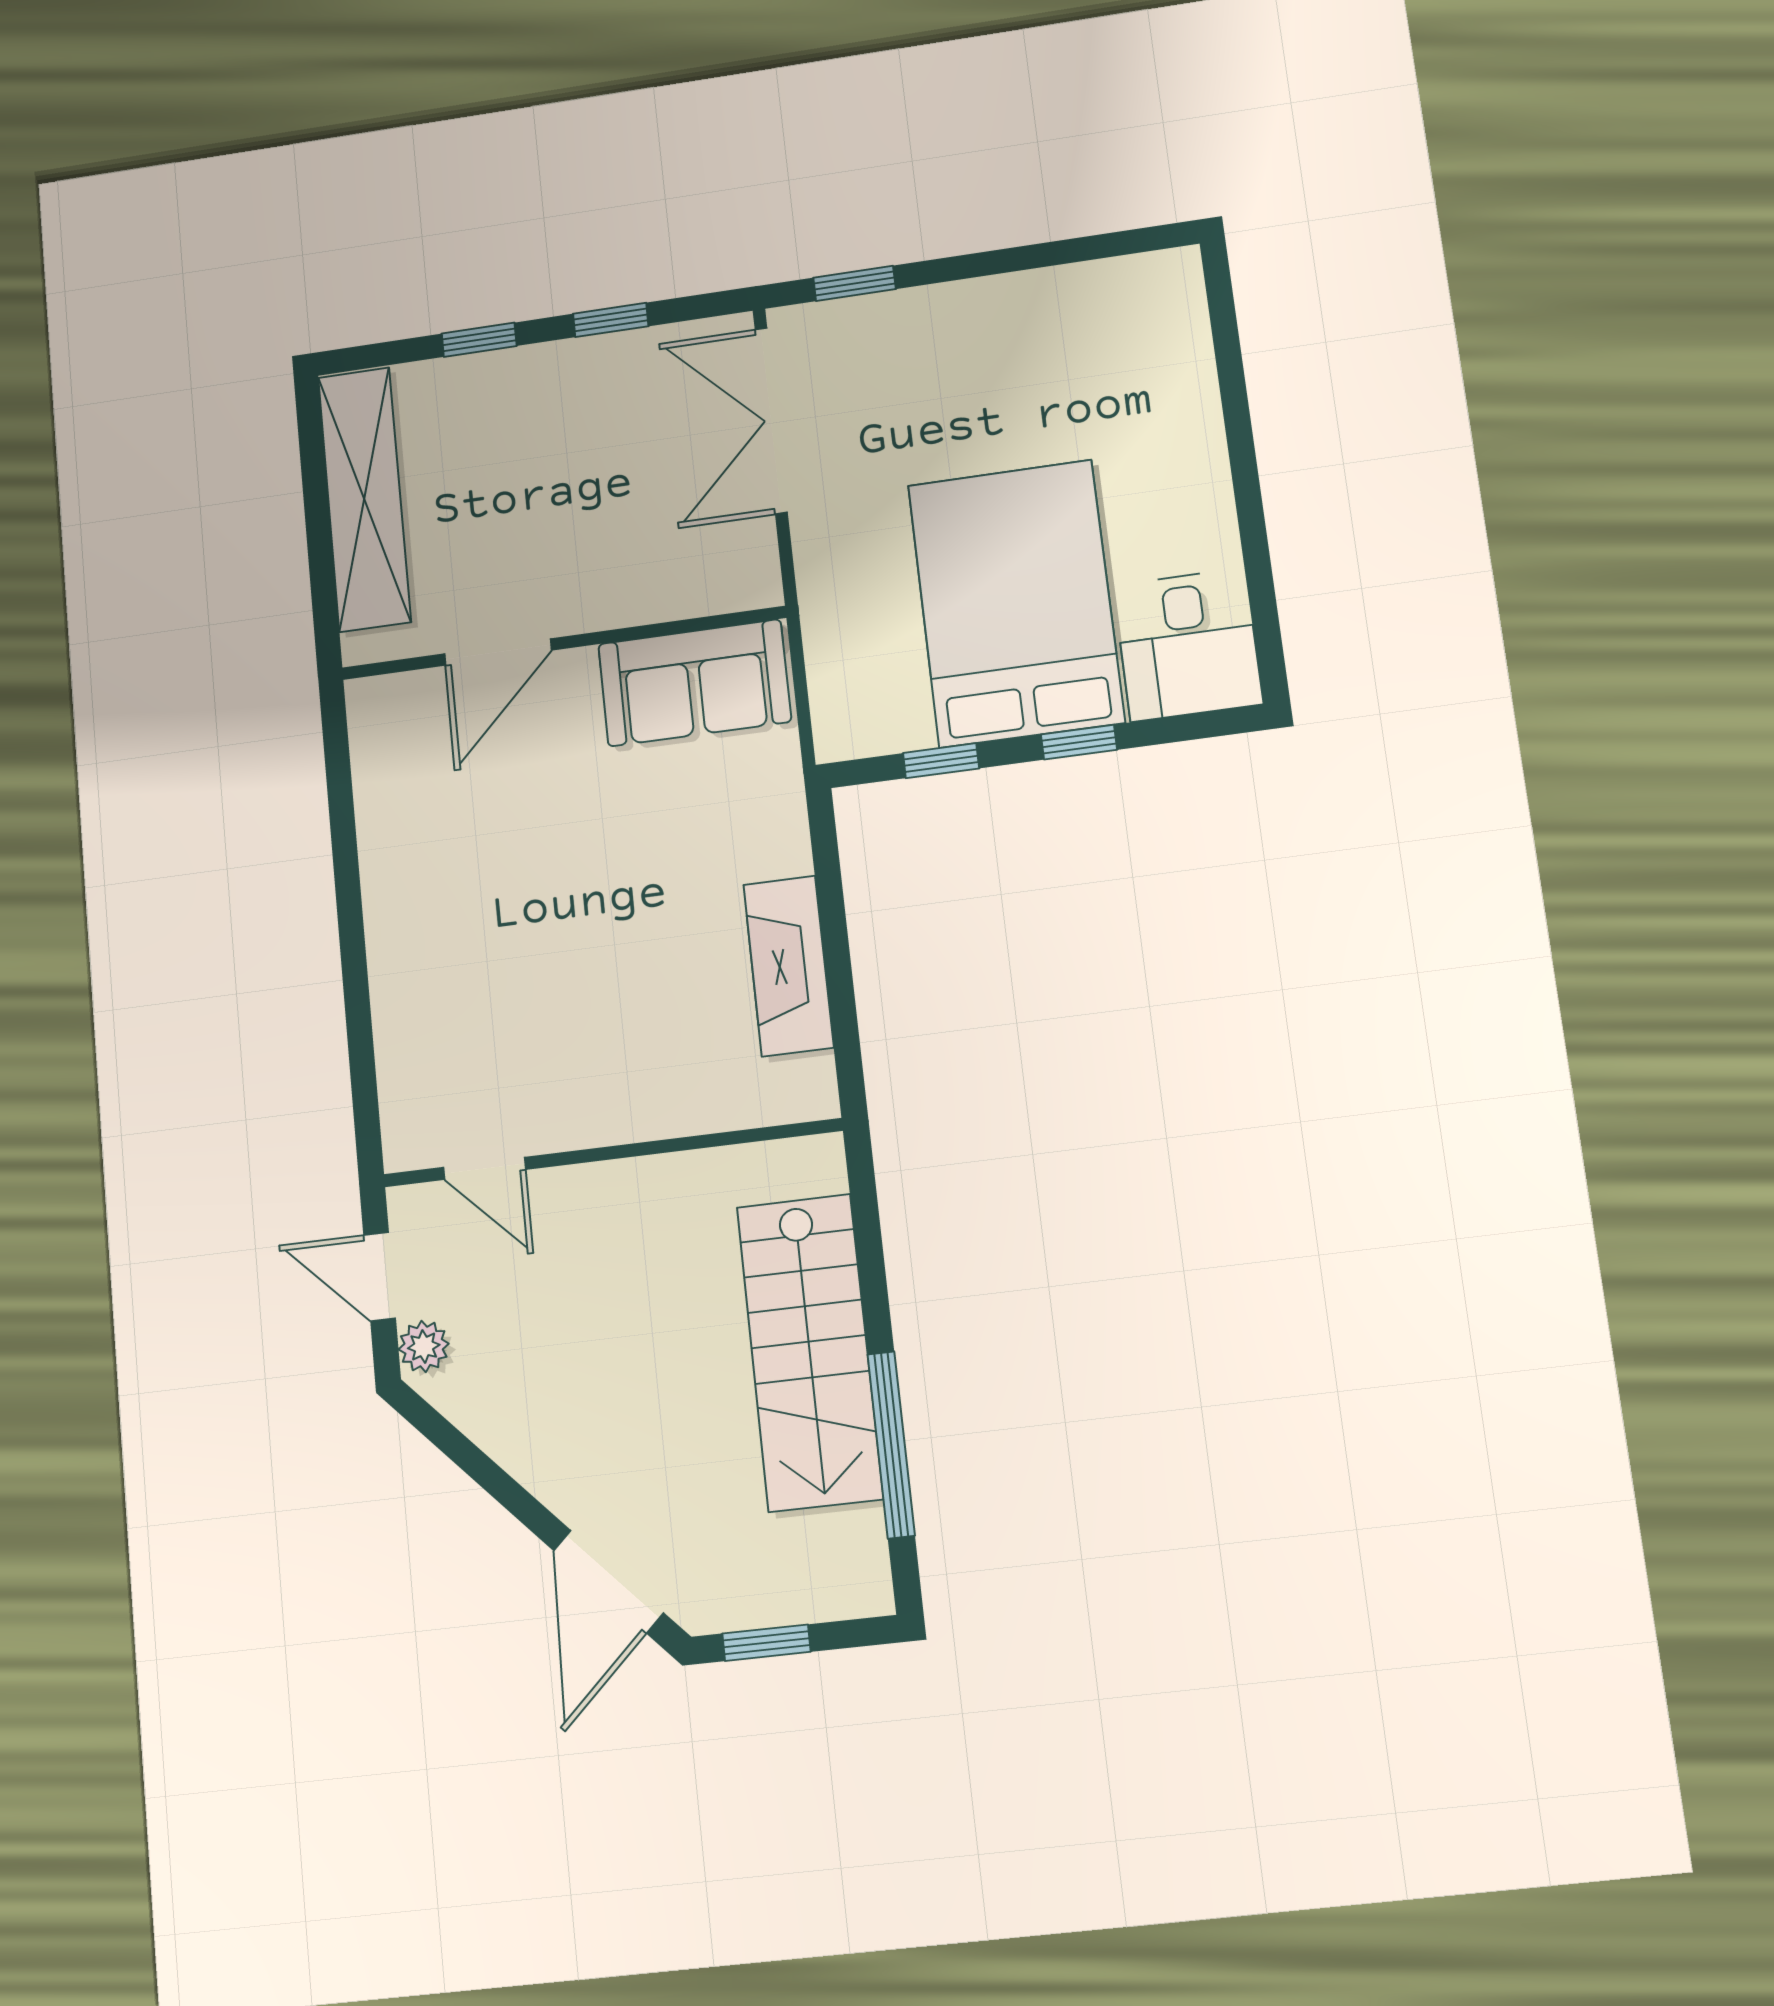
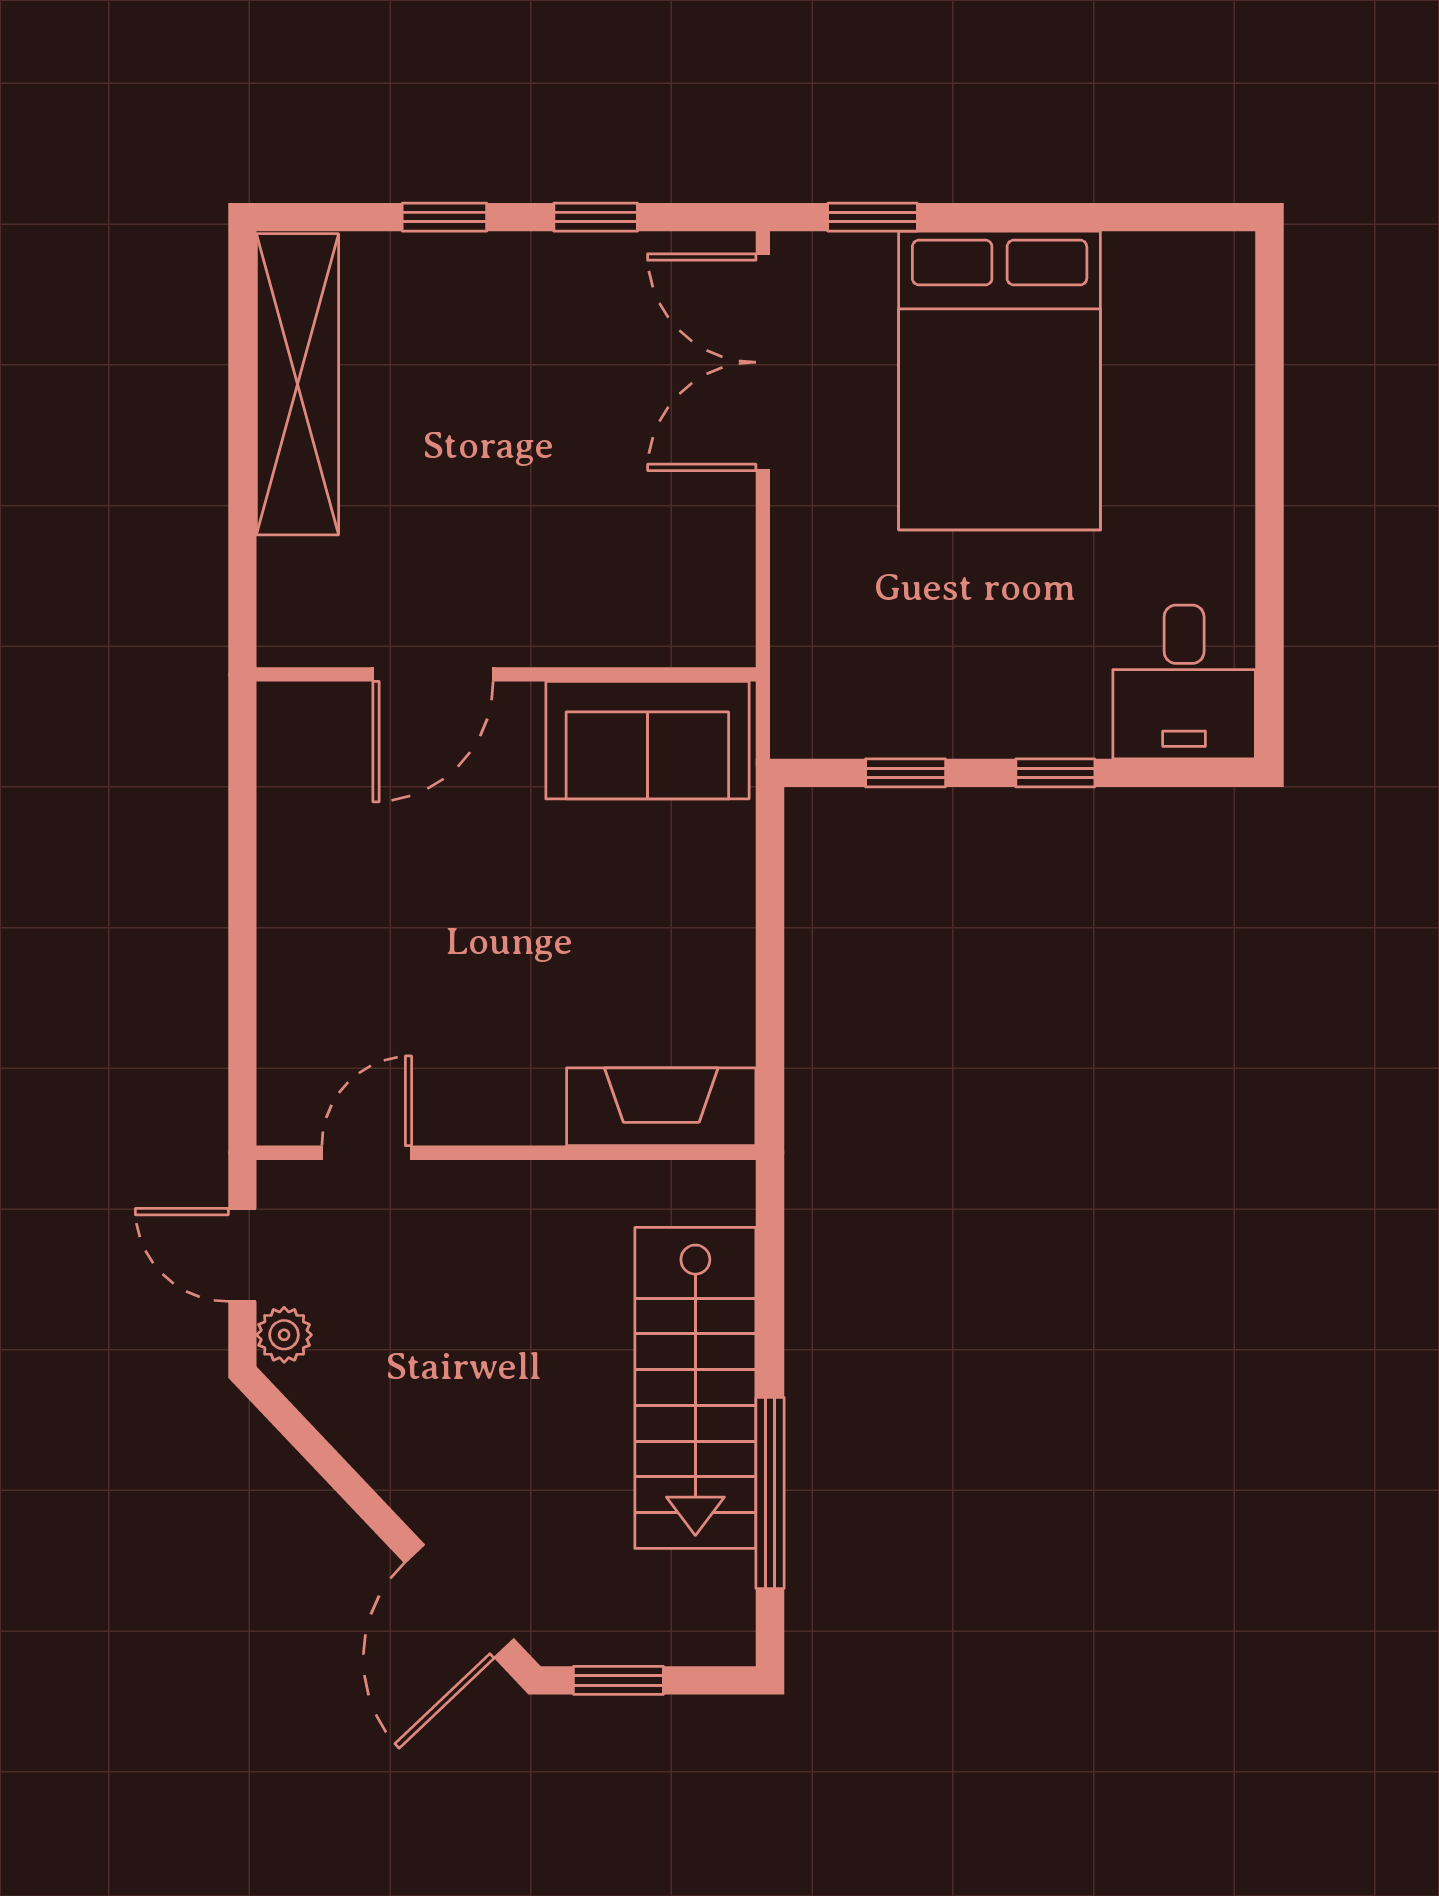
bed: (1016, 603) -> (1000, 381), moved, turned 180
wall: (563, 643) -> (506, 674), moved
door: (498, 652) -> (433, 674), moved
sofa: (694, 683) -> (647, 740), moved
fireplace: (788, 966) -> (661, 1107), moved, turned 90
door: (484, 1168) -> (367, 1153), swing flipped

